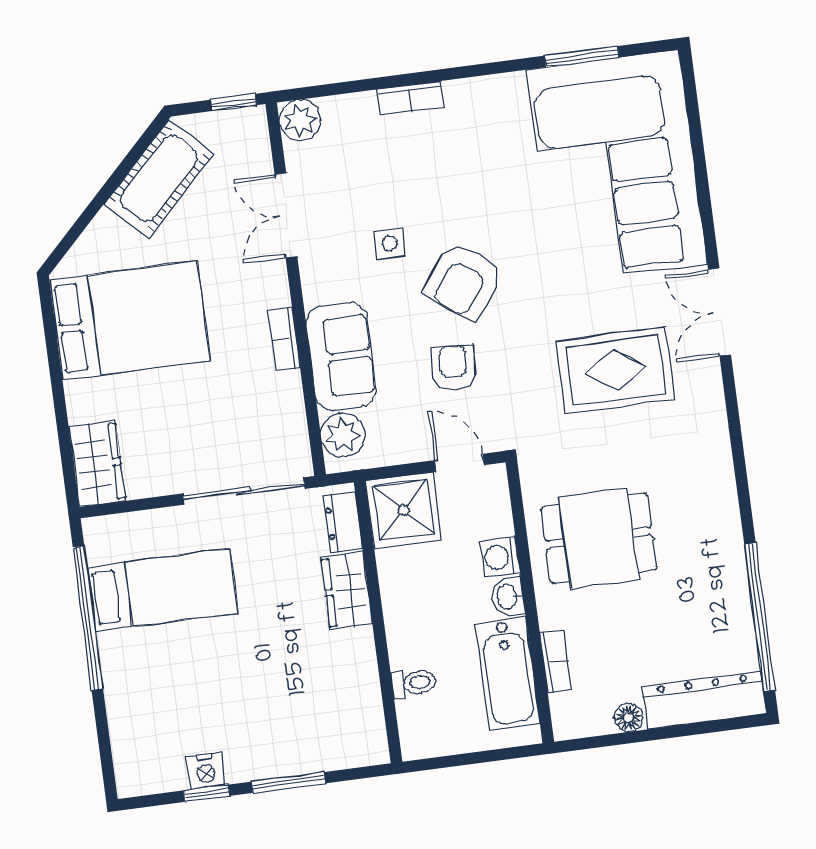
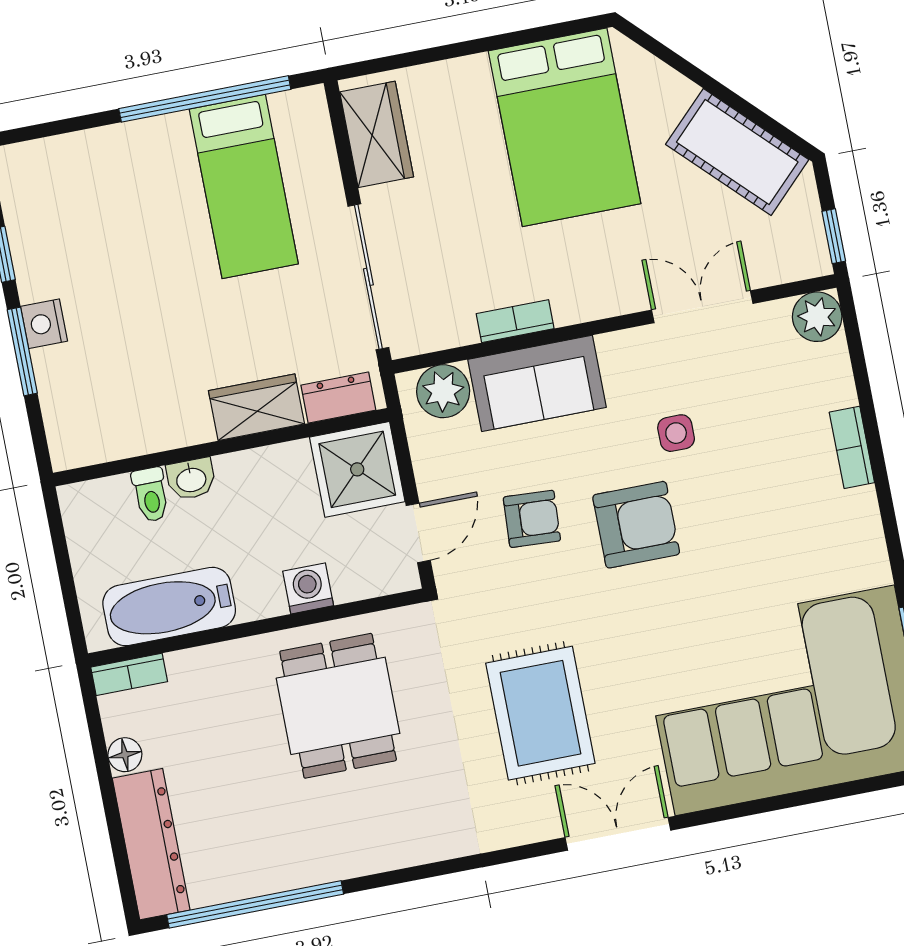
armchair: (464, 281) -> (636, 525), turned 143
bookcase: (284, 339) -> (515, 321), moved
wardrobe: (97, 464) -> (377, 134), moved, turned -90
washbasin: (508, 597) -> (191, 479), moved, turned 180
bookcase: (556, 661) -> (129, 674), moved
nightstand: (206, 771) -> (44, 324), moved

